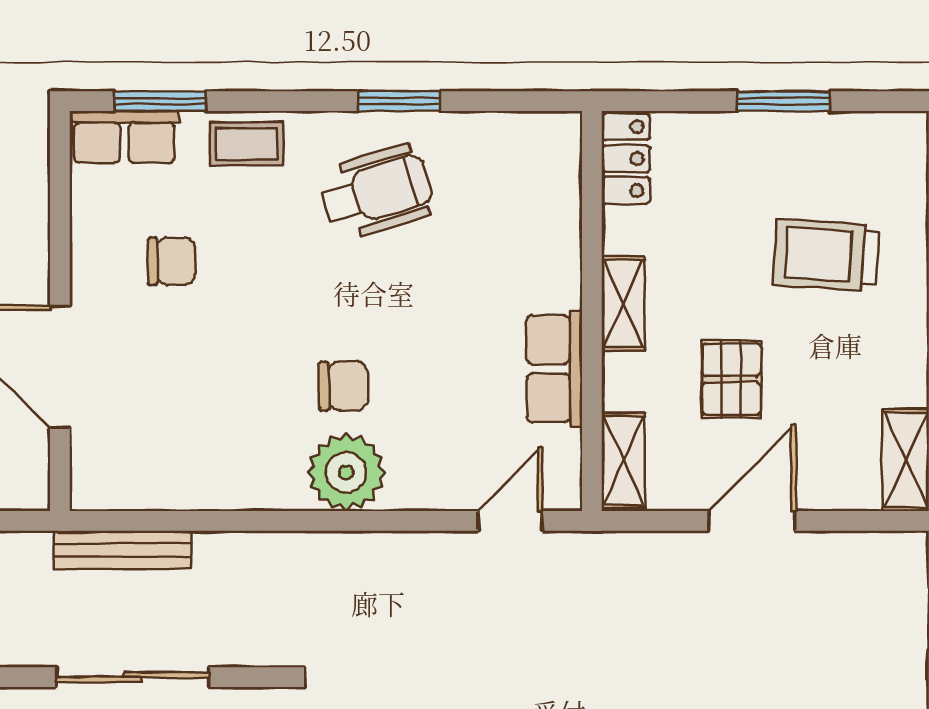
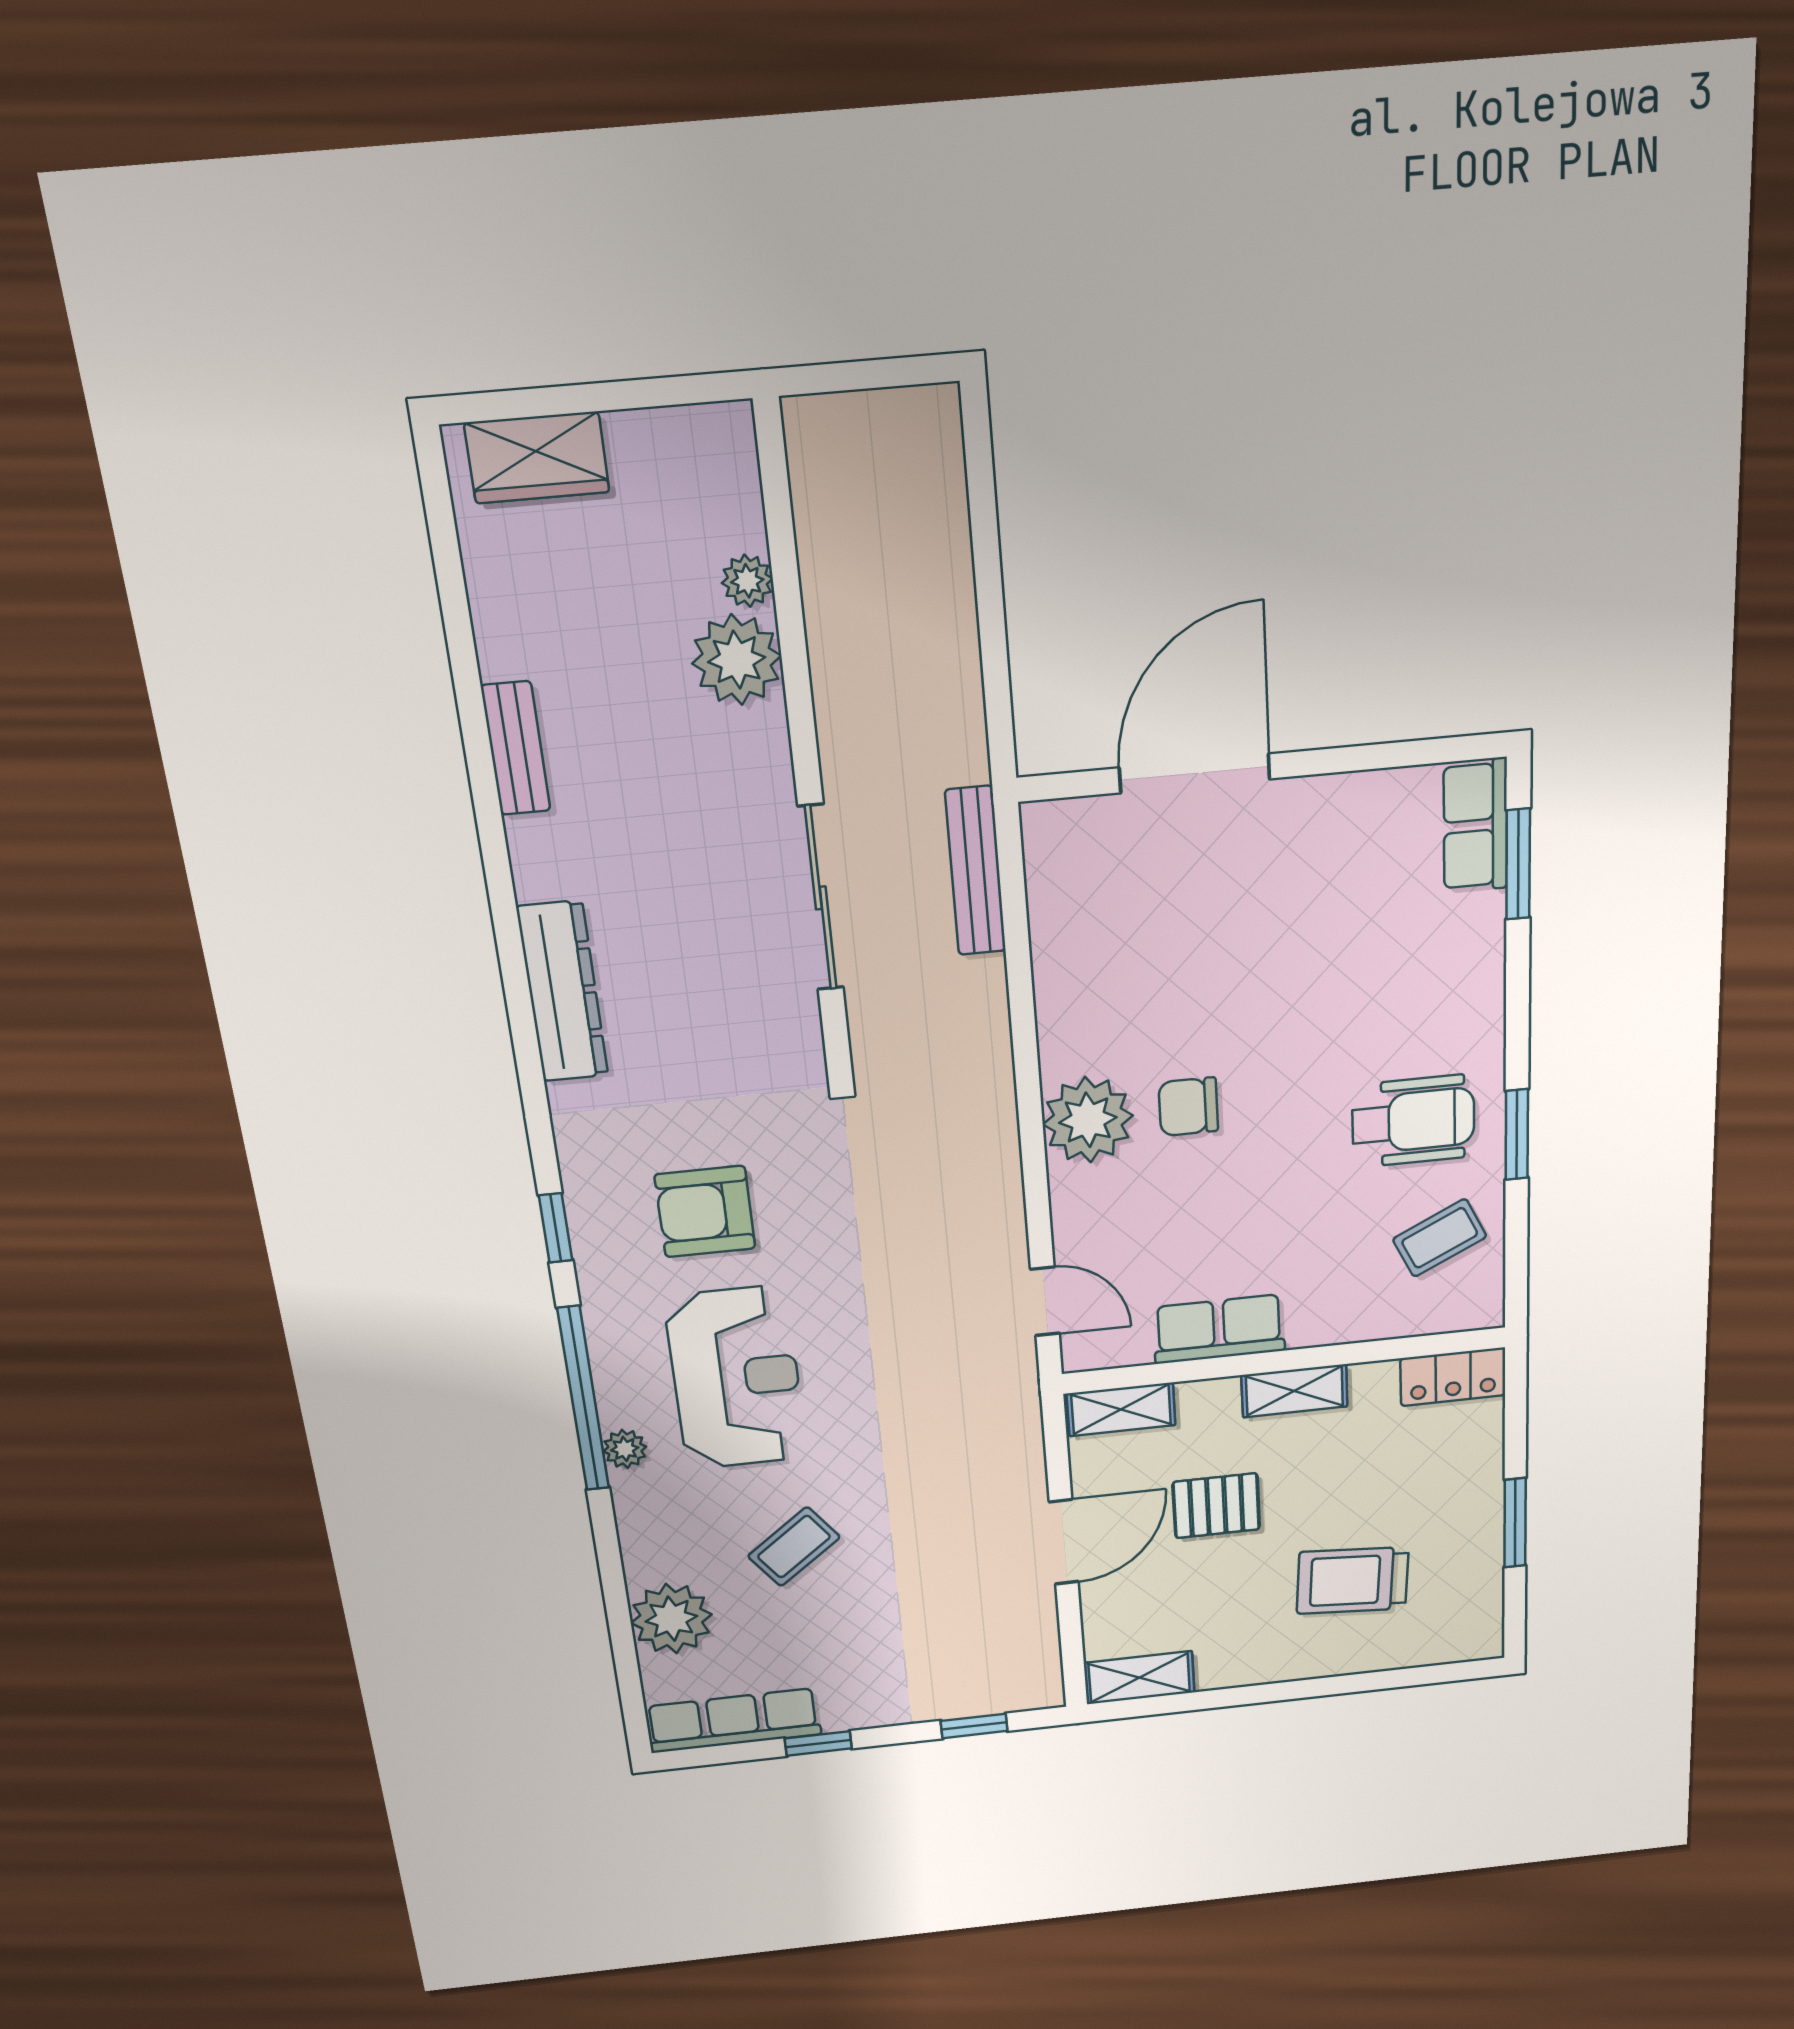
coffee table: (247, 144) -> (1440, 1238), moved, turned 64
wheelchair: (377, 192) -> (1413, 1121), turned -73
trolley: (826, 255) -> (1353, 1580), turned -90
chair: (171, 261) -> (1328, 896), removed
chair: (343, 386) -> (1188, 1107), turned 91
door: (752, 521) -> (1064, 1542), hinge flipped

